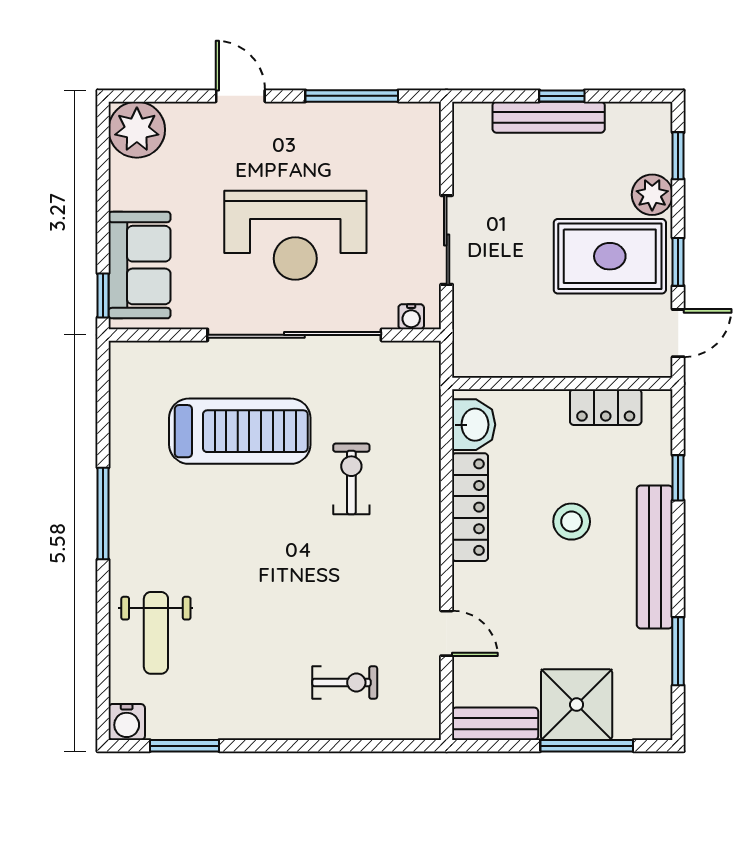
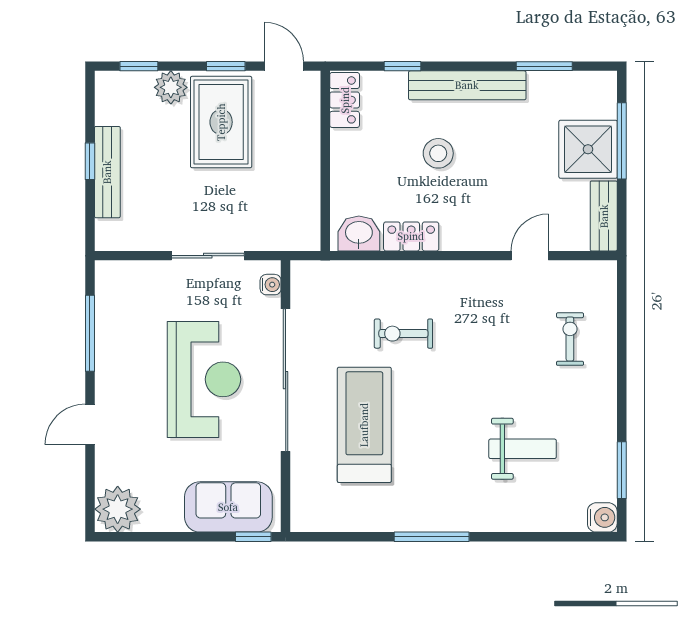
locker: (606, 407) -> (345, 100), moved
locker: (470, 507) -> (411, 236), width x0.66
weight bench: (156, 633) -> (523, 449), moved

